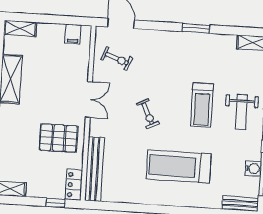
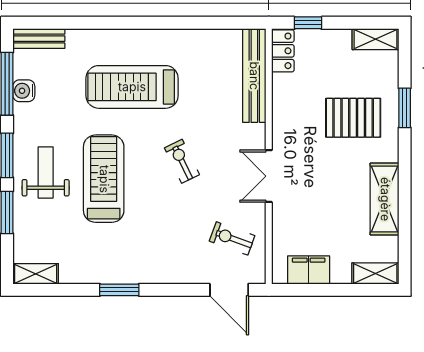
filing cabinet: (73, 34) -> (309, 270), width x2.00
treadmill: (202, 105) -> (104, 179), width x1.37, depth x1.38
pallet: (59, 138) -> (353, 118), moved
treadmill: (179, 166) -> (132, 87), turned 180

